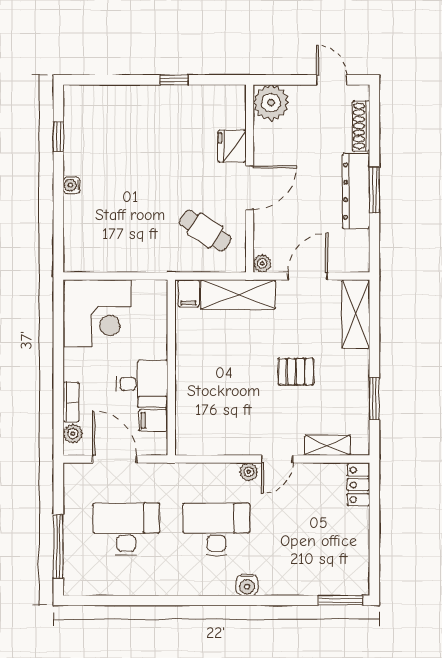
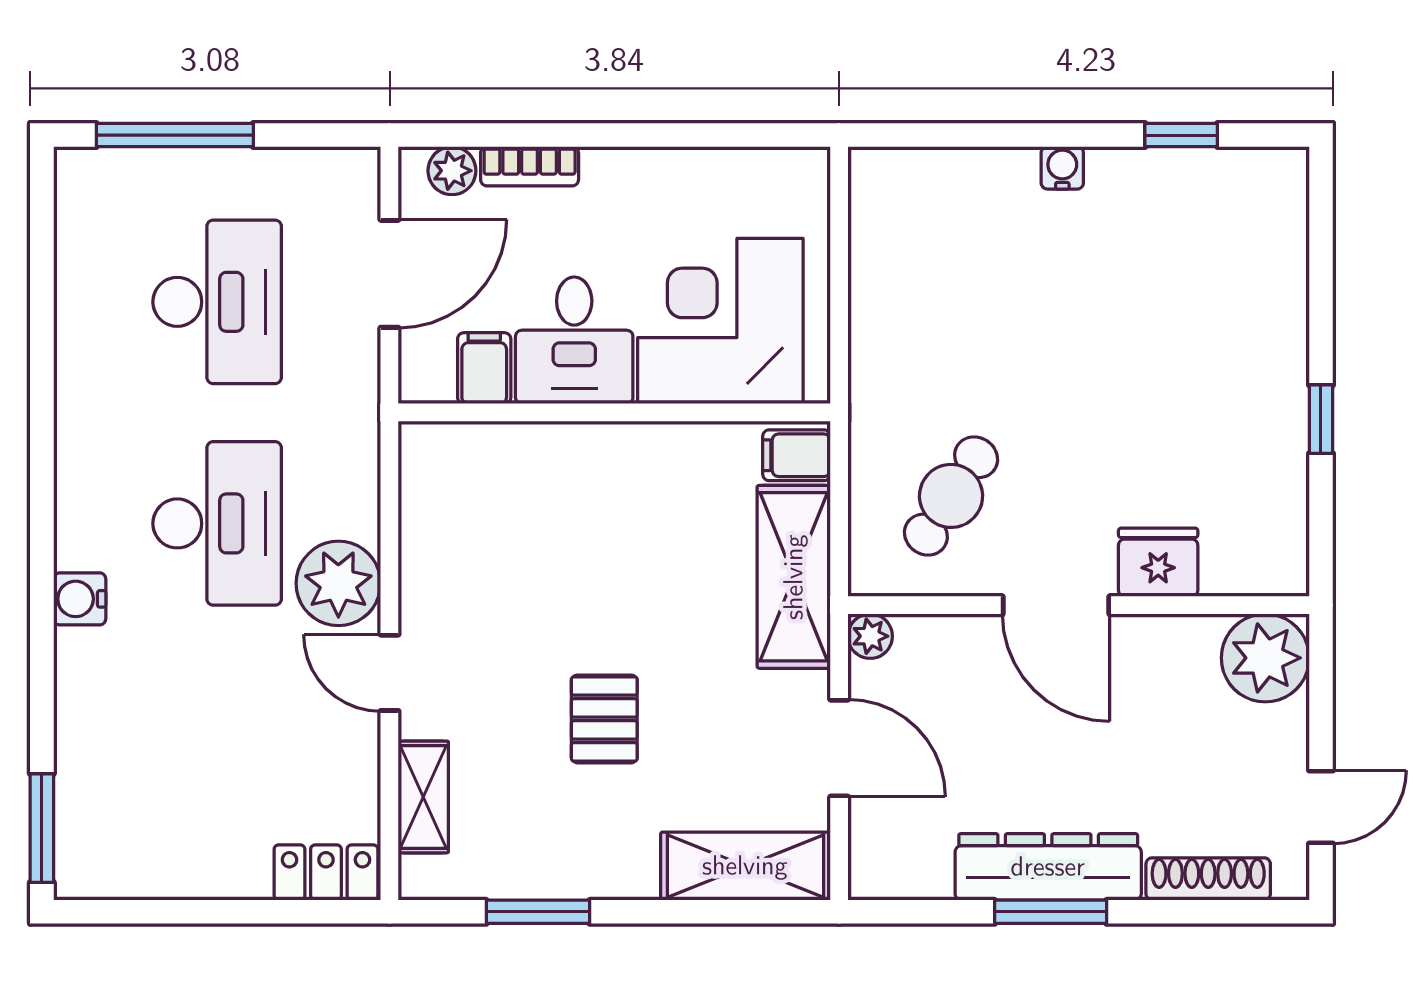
corner desk: (98, 313) -> (720, 321), moved, turned 90
plant: (249, 472) -> (338, 583), width x1.87, depth x1.87

